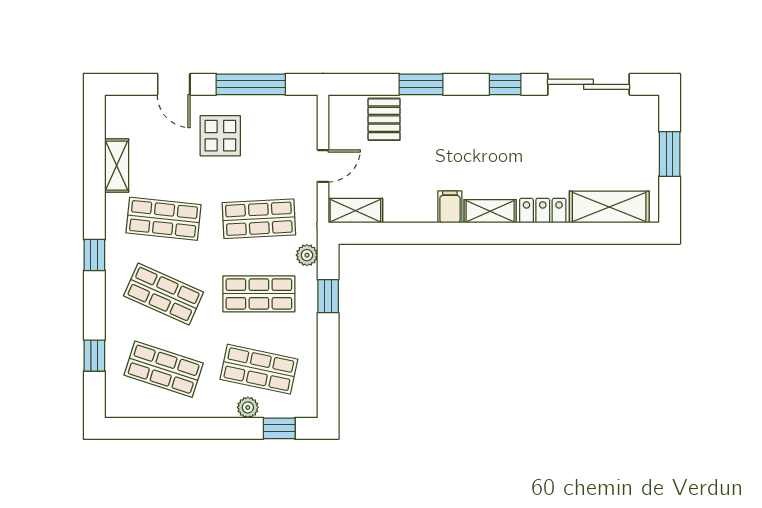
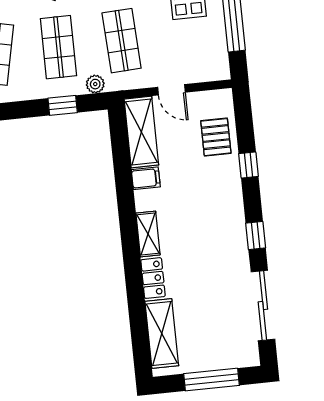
window: (421, 84) -> (248, 165), width x0.67
pallet: (384, 119) -> (216, 137), turned 90
window: (670, 154) -> (211, 380), width x1.44
filing cabinet: (450, 207) -> (146, 178), moved
shelving: (355, 211) -> (141, 132), width x1.50, depth x1.33

